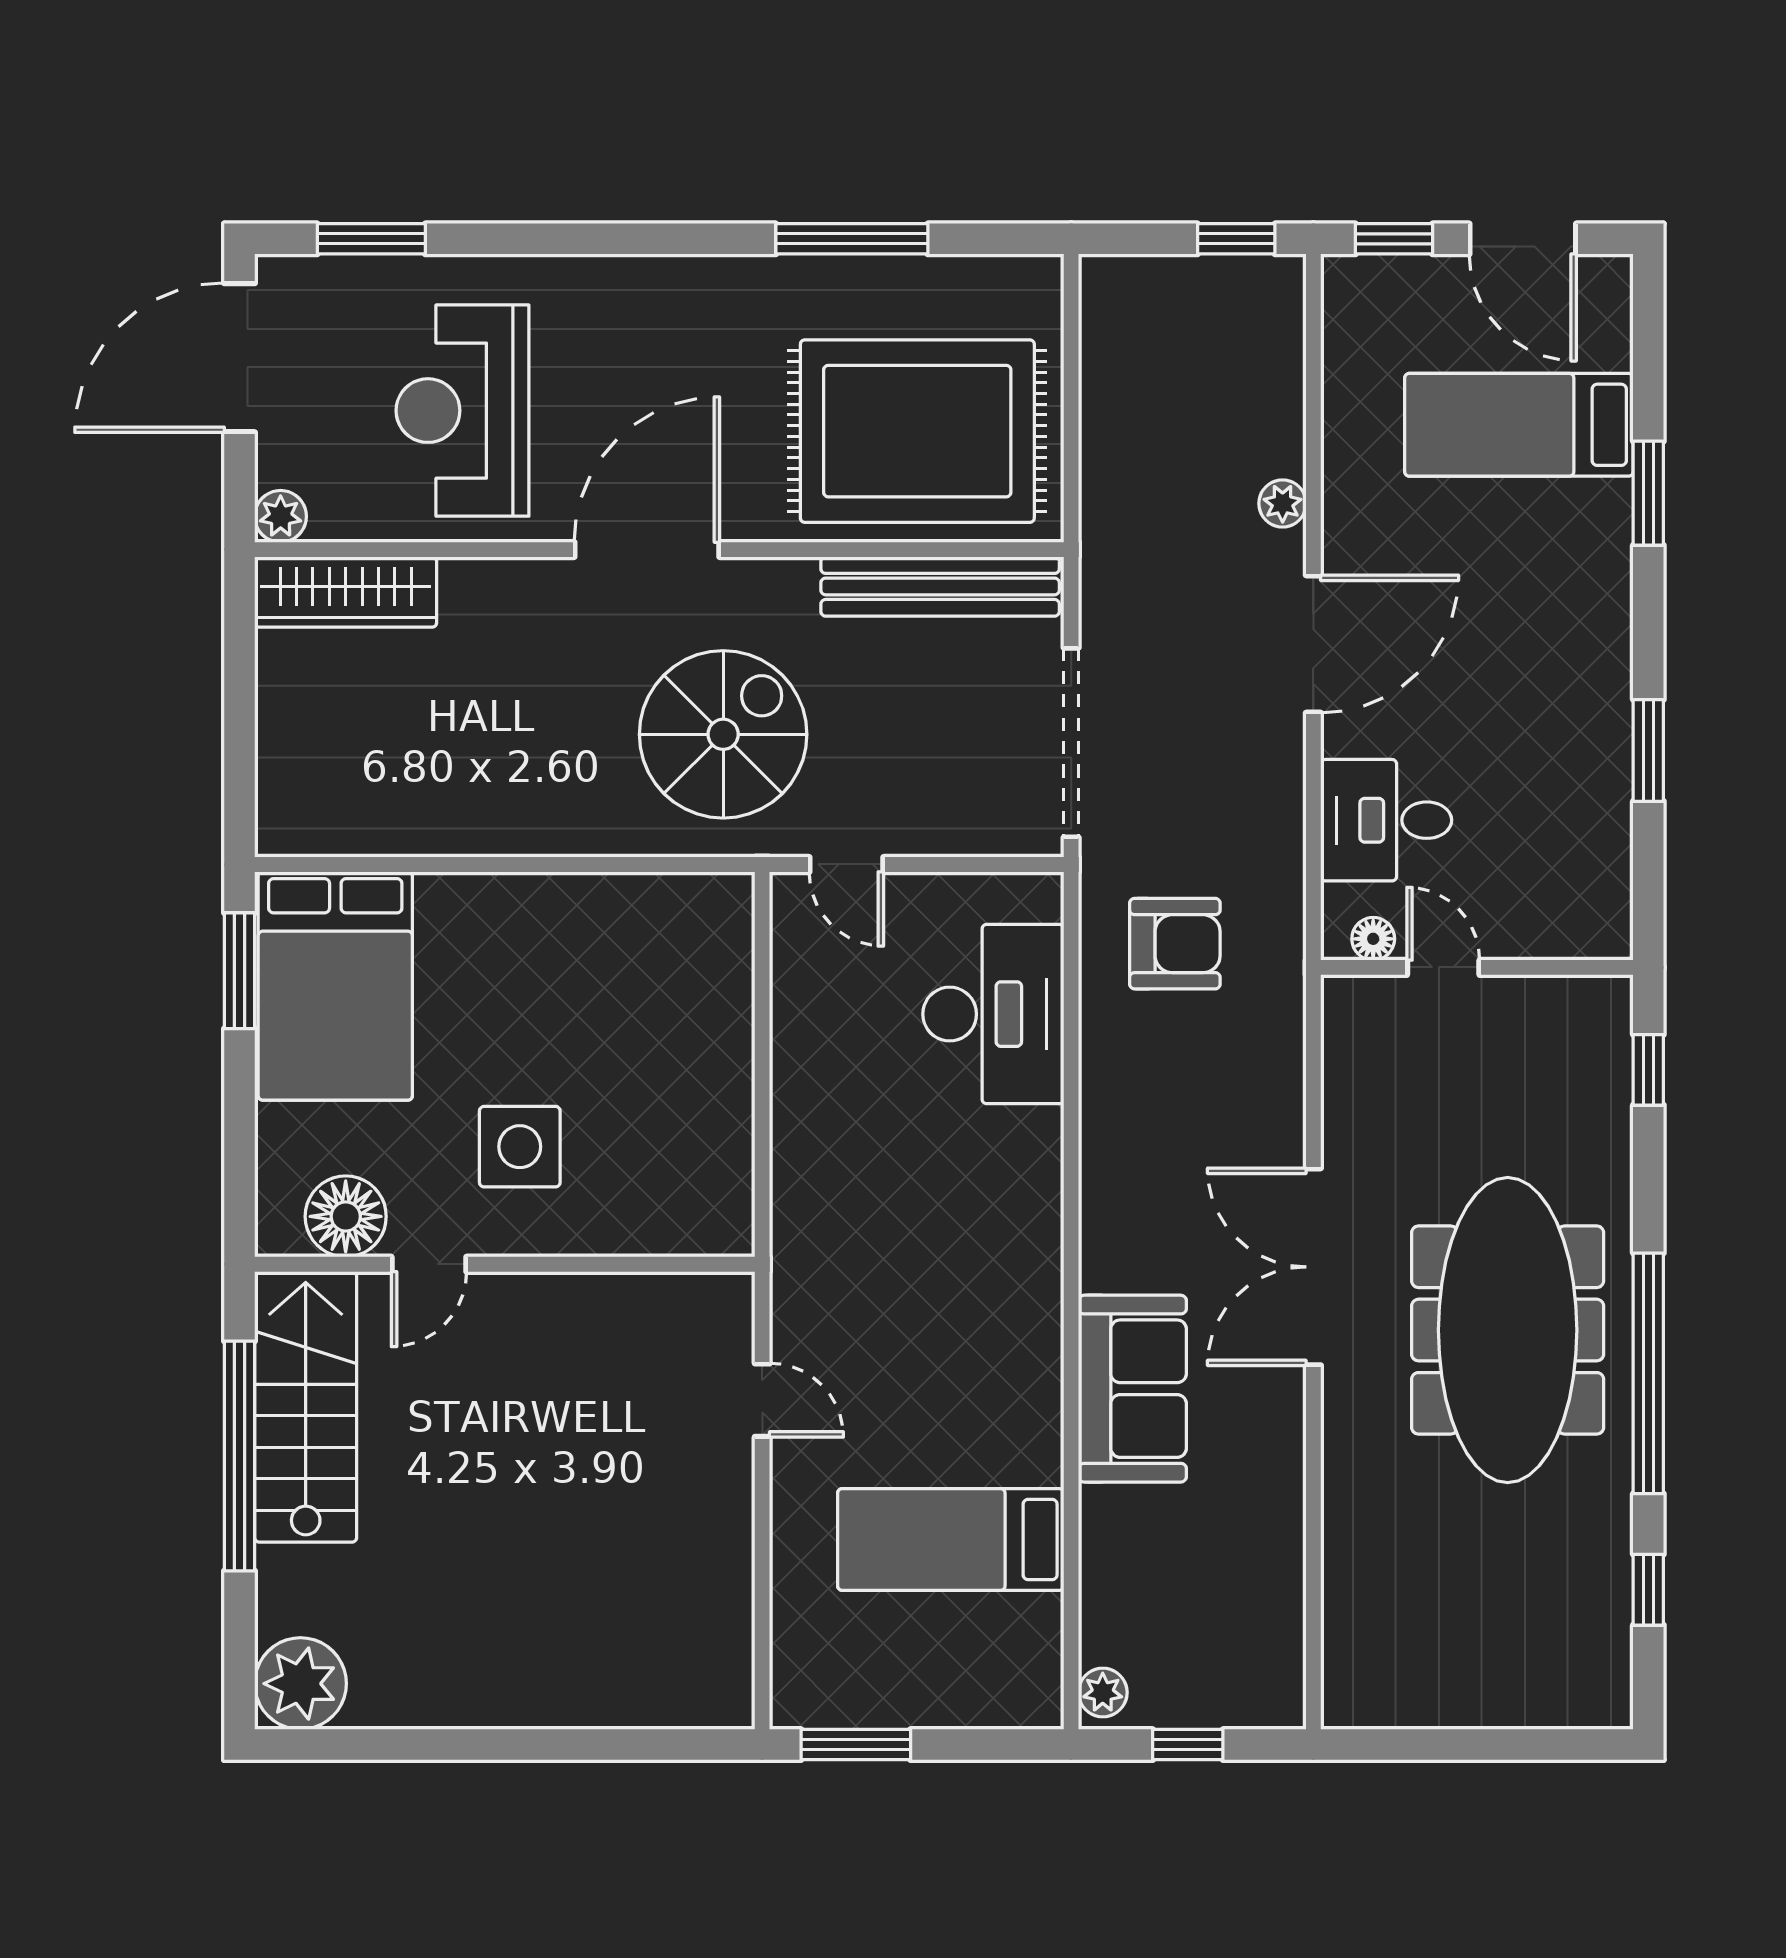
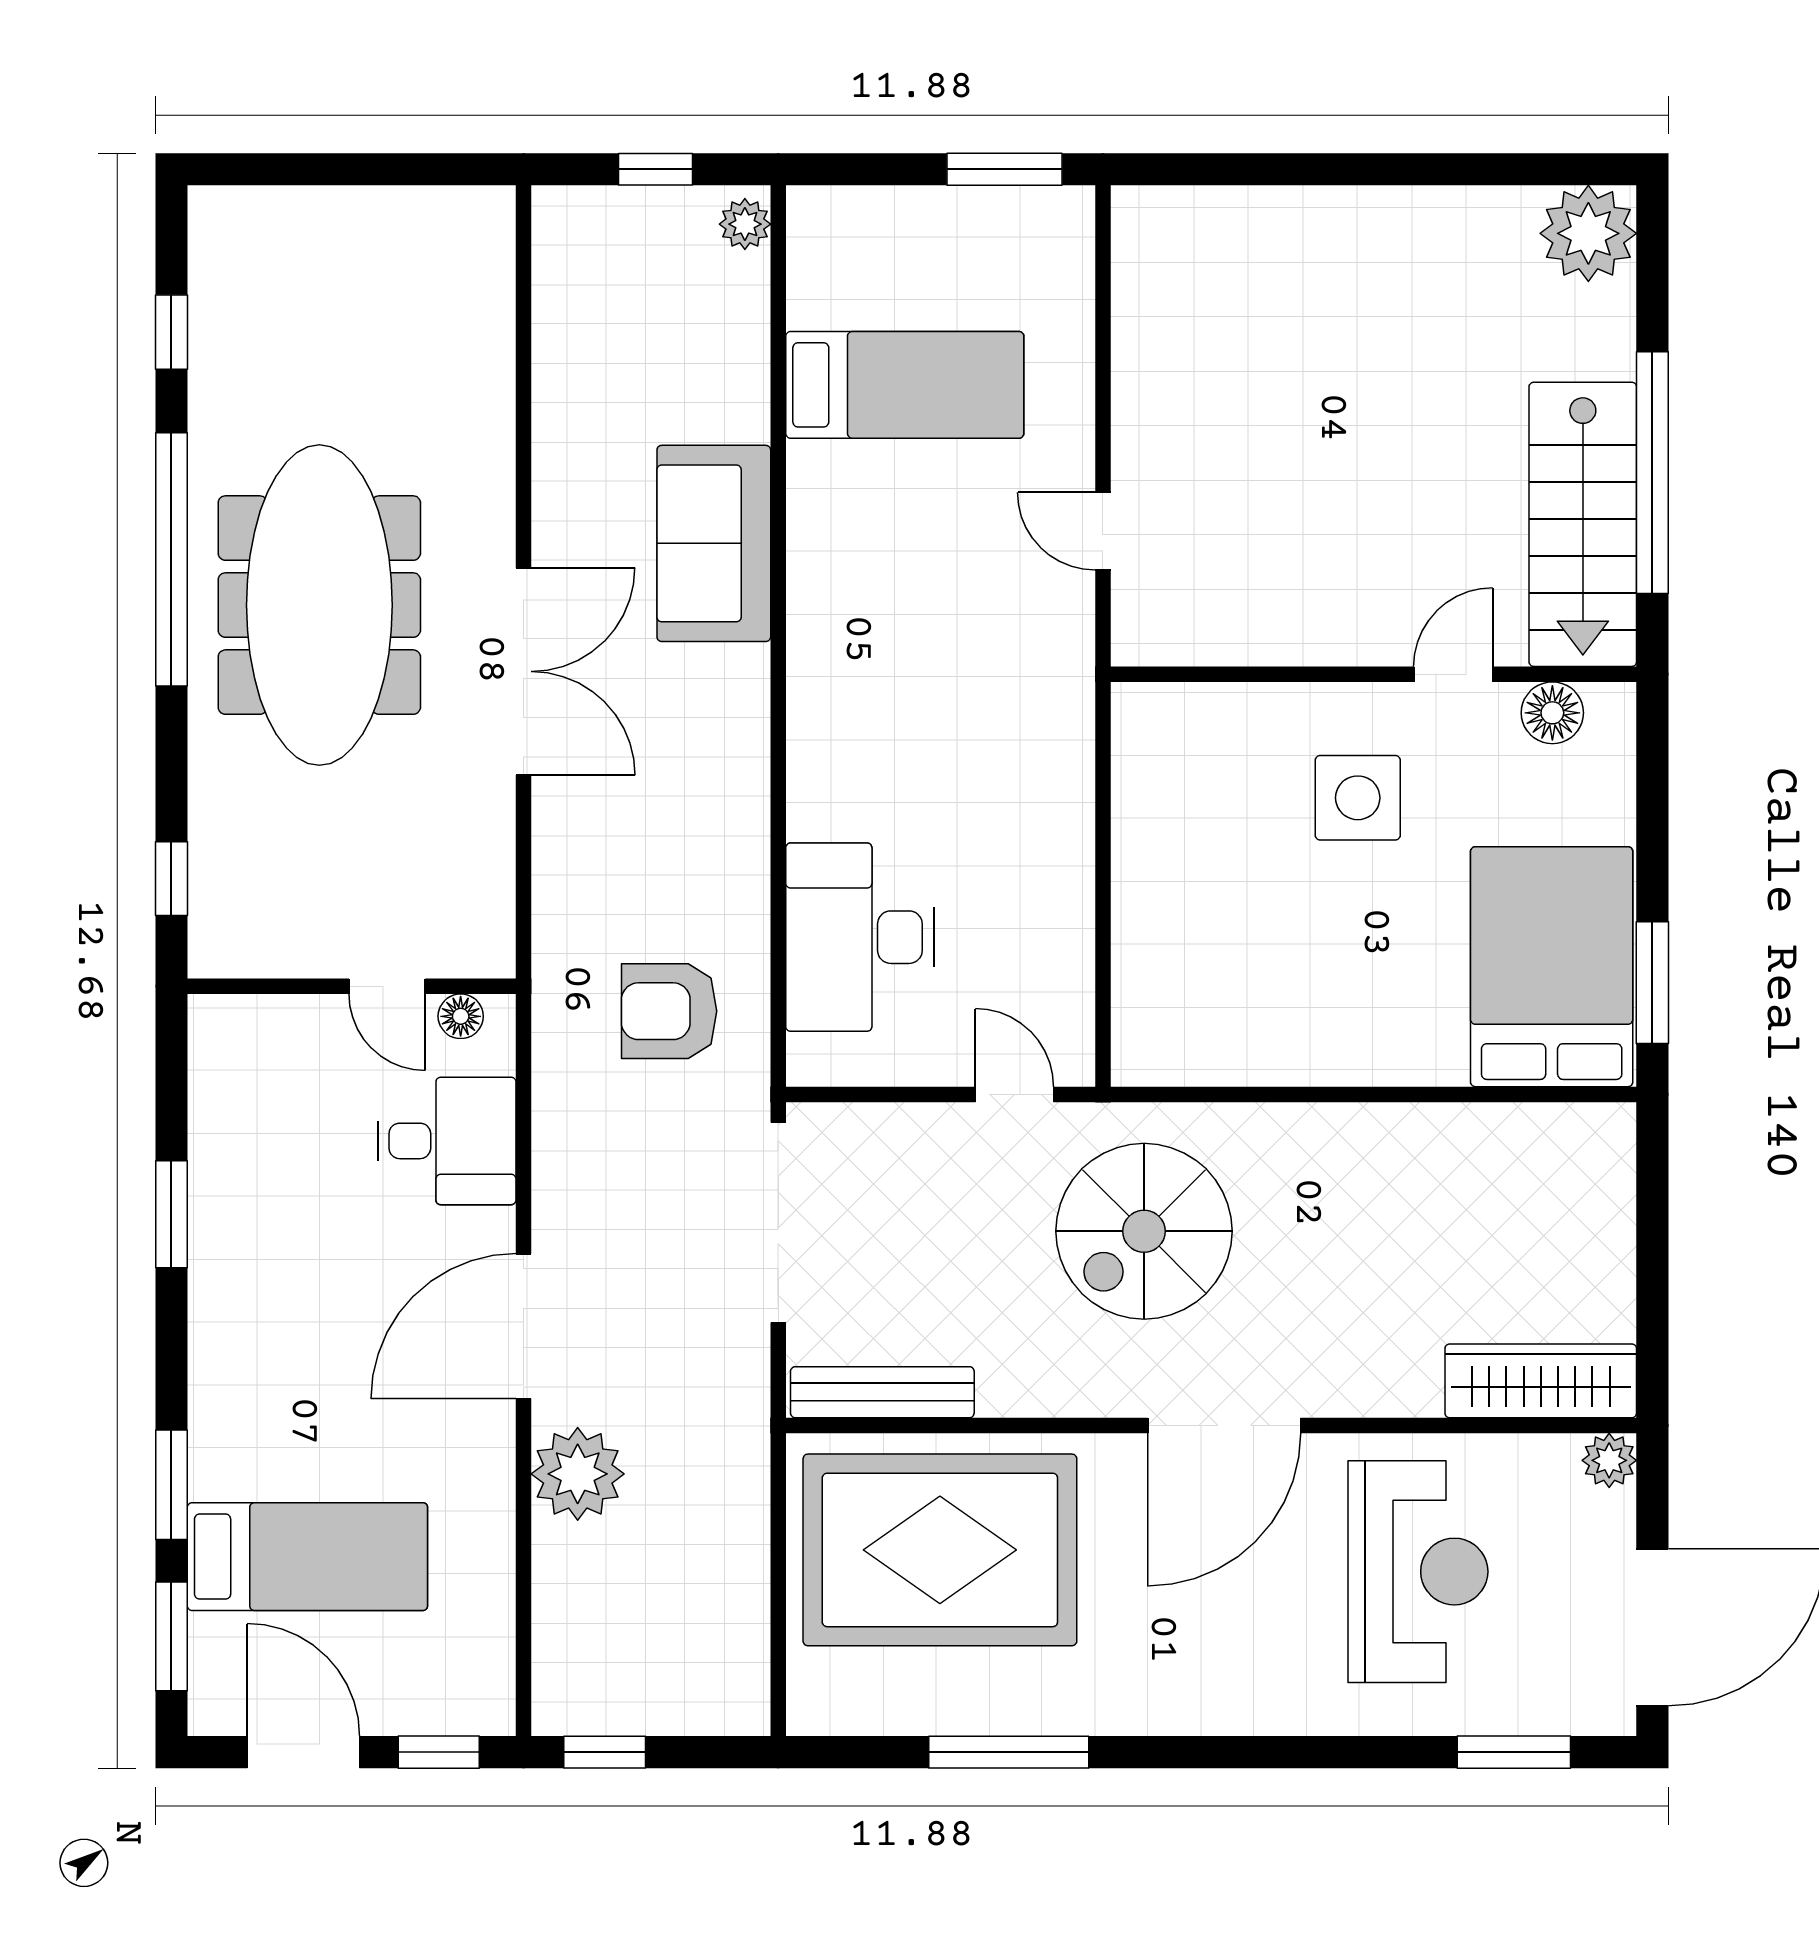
window: (1648, 349) -> (171, 1636), added
plant: (1283, 503) -> (578, 1474), width x1.87, depth x1.87
bench: (940, 586) -> (882, 1392), width x0.73, depth x0.82
floor lamp: (346, 1216) -> (1552, 713), width x0.73, depth x0.73

